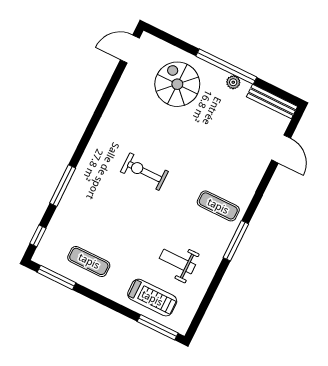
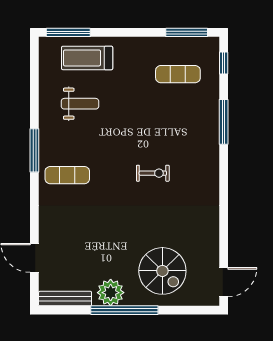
plant: (233, 82) -> (111, 293), width x1.88, depth x1.88
exercise bike: (144, 172) -> (153, 173), width x0.73, depth x0.72
exercise mat: (89, 261) -> (178, 74), moved

